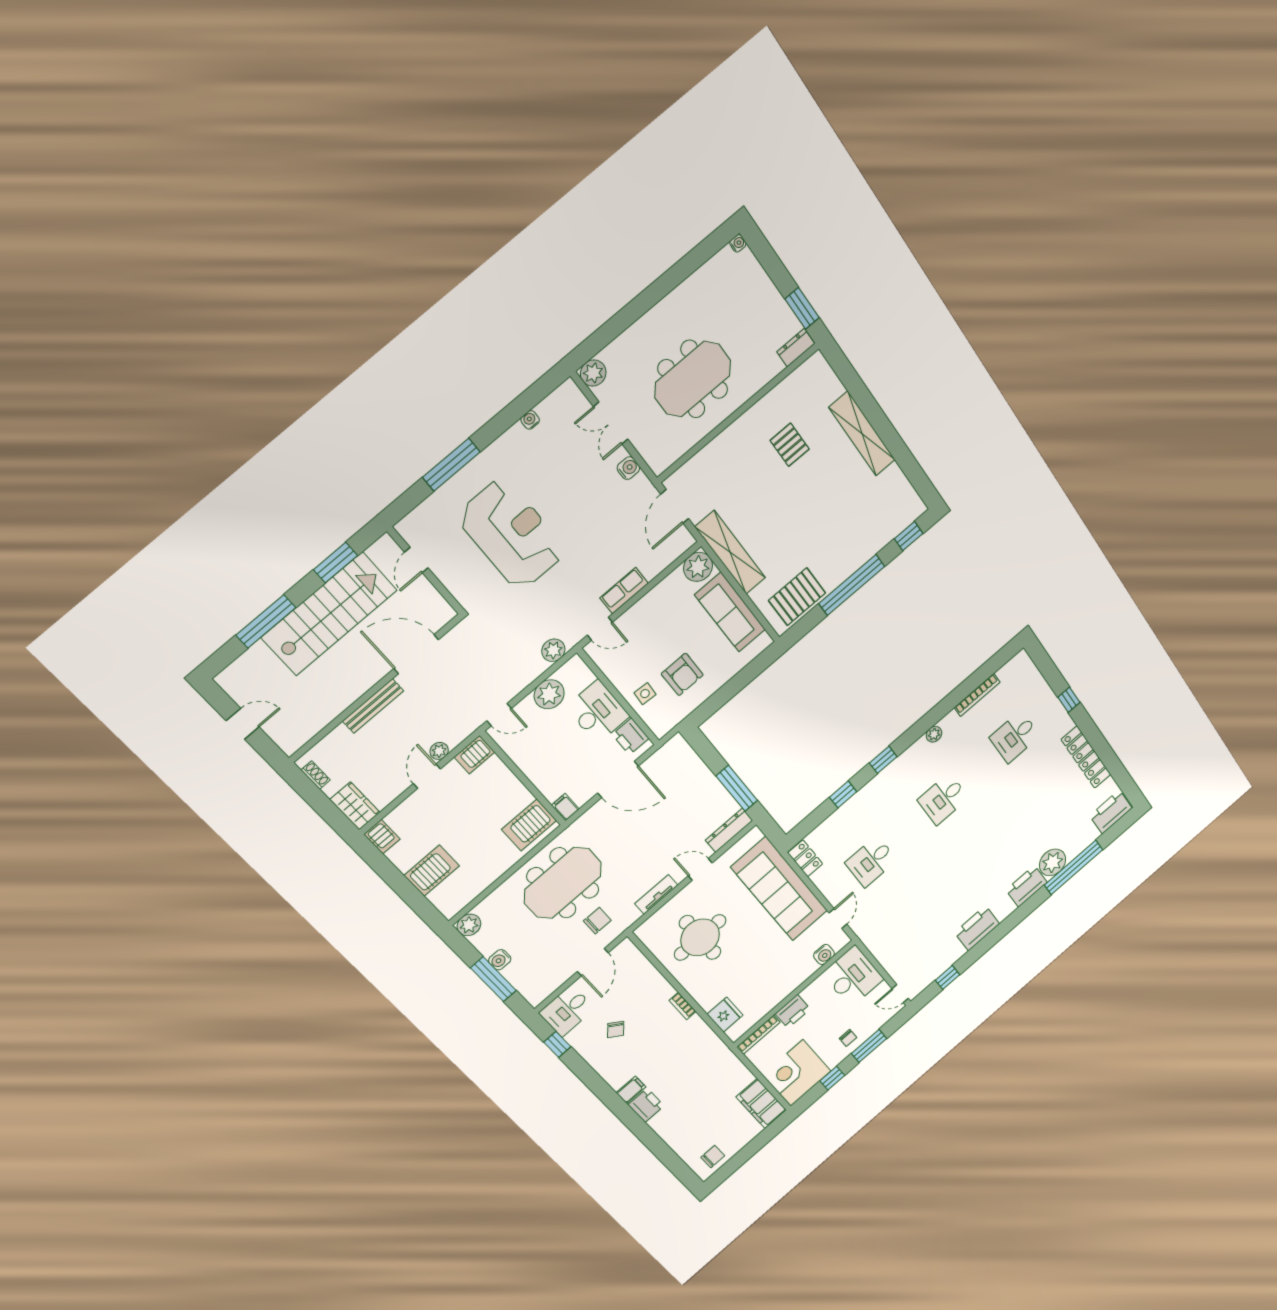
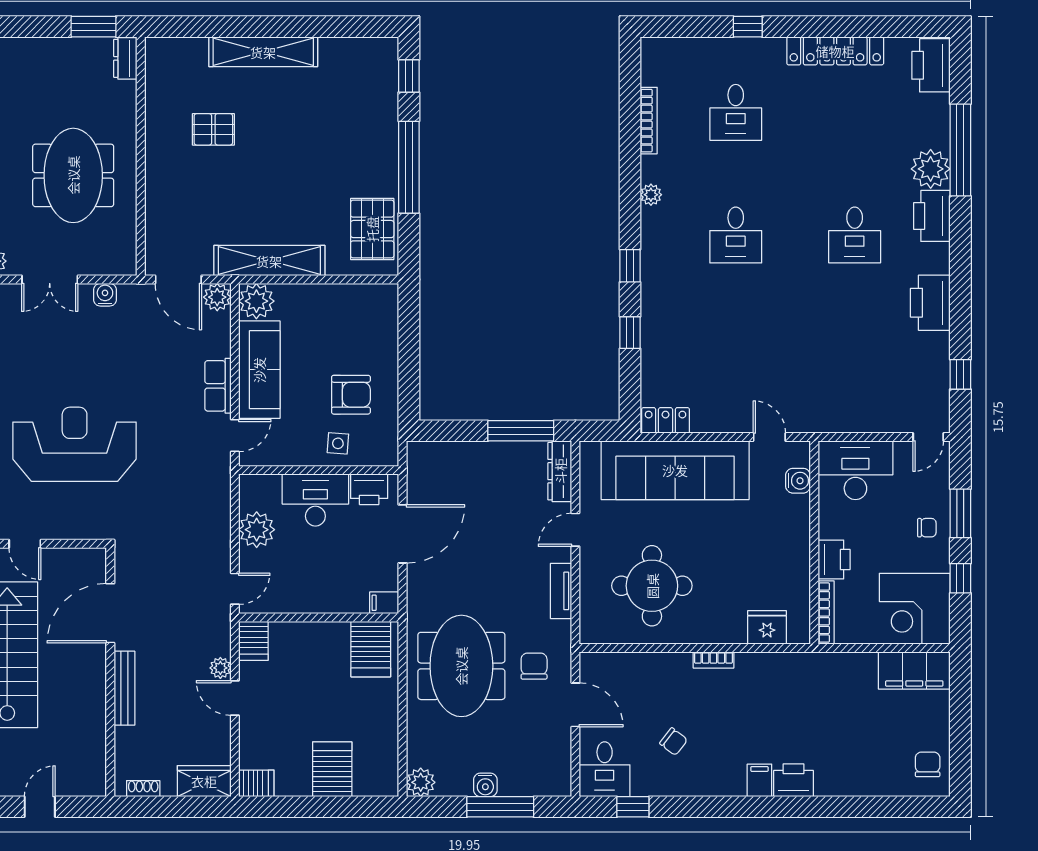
sofa: (730, 612) -> (259, 370), moved, turned -90
plant: (553, 650) -> (217, 297), moved
desk: (871, 861) -> (855, 235), moved

